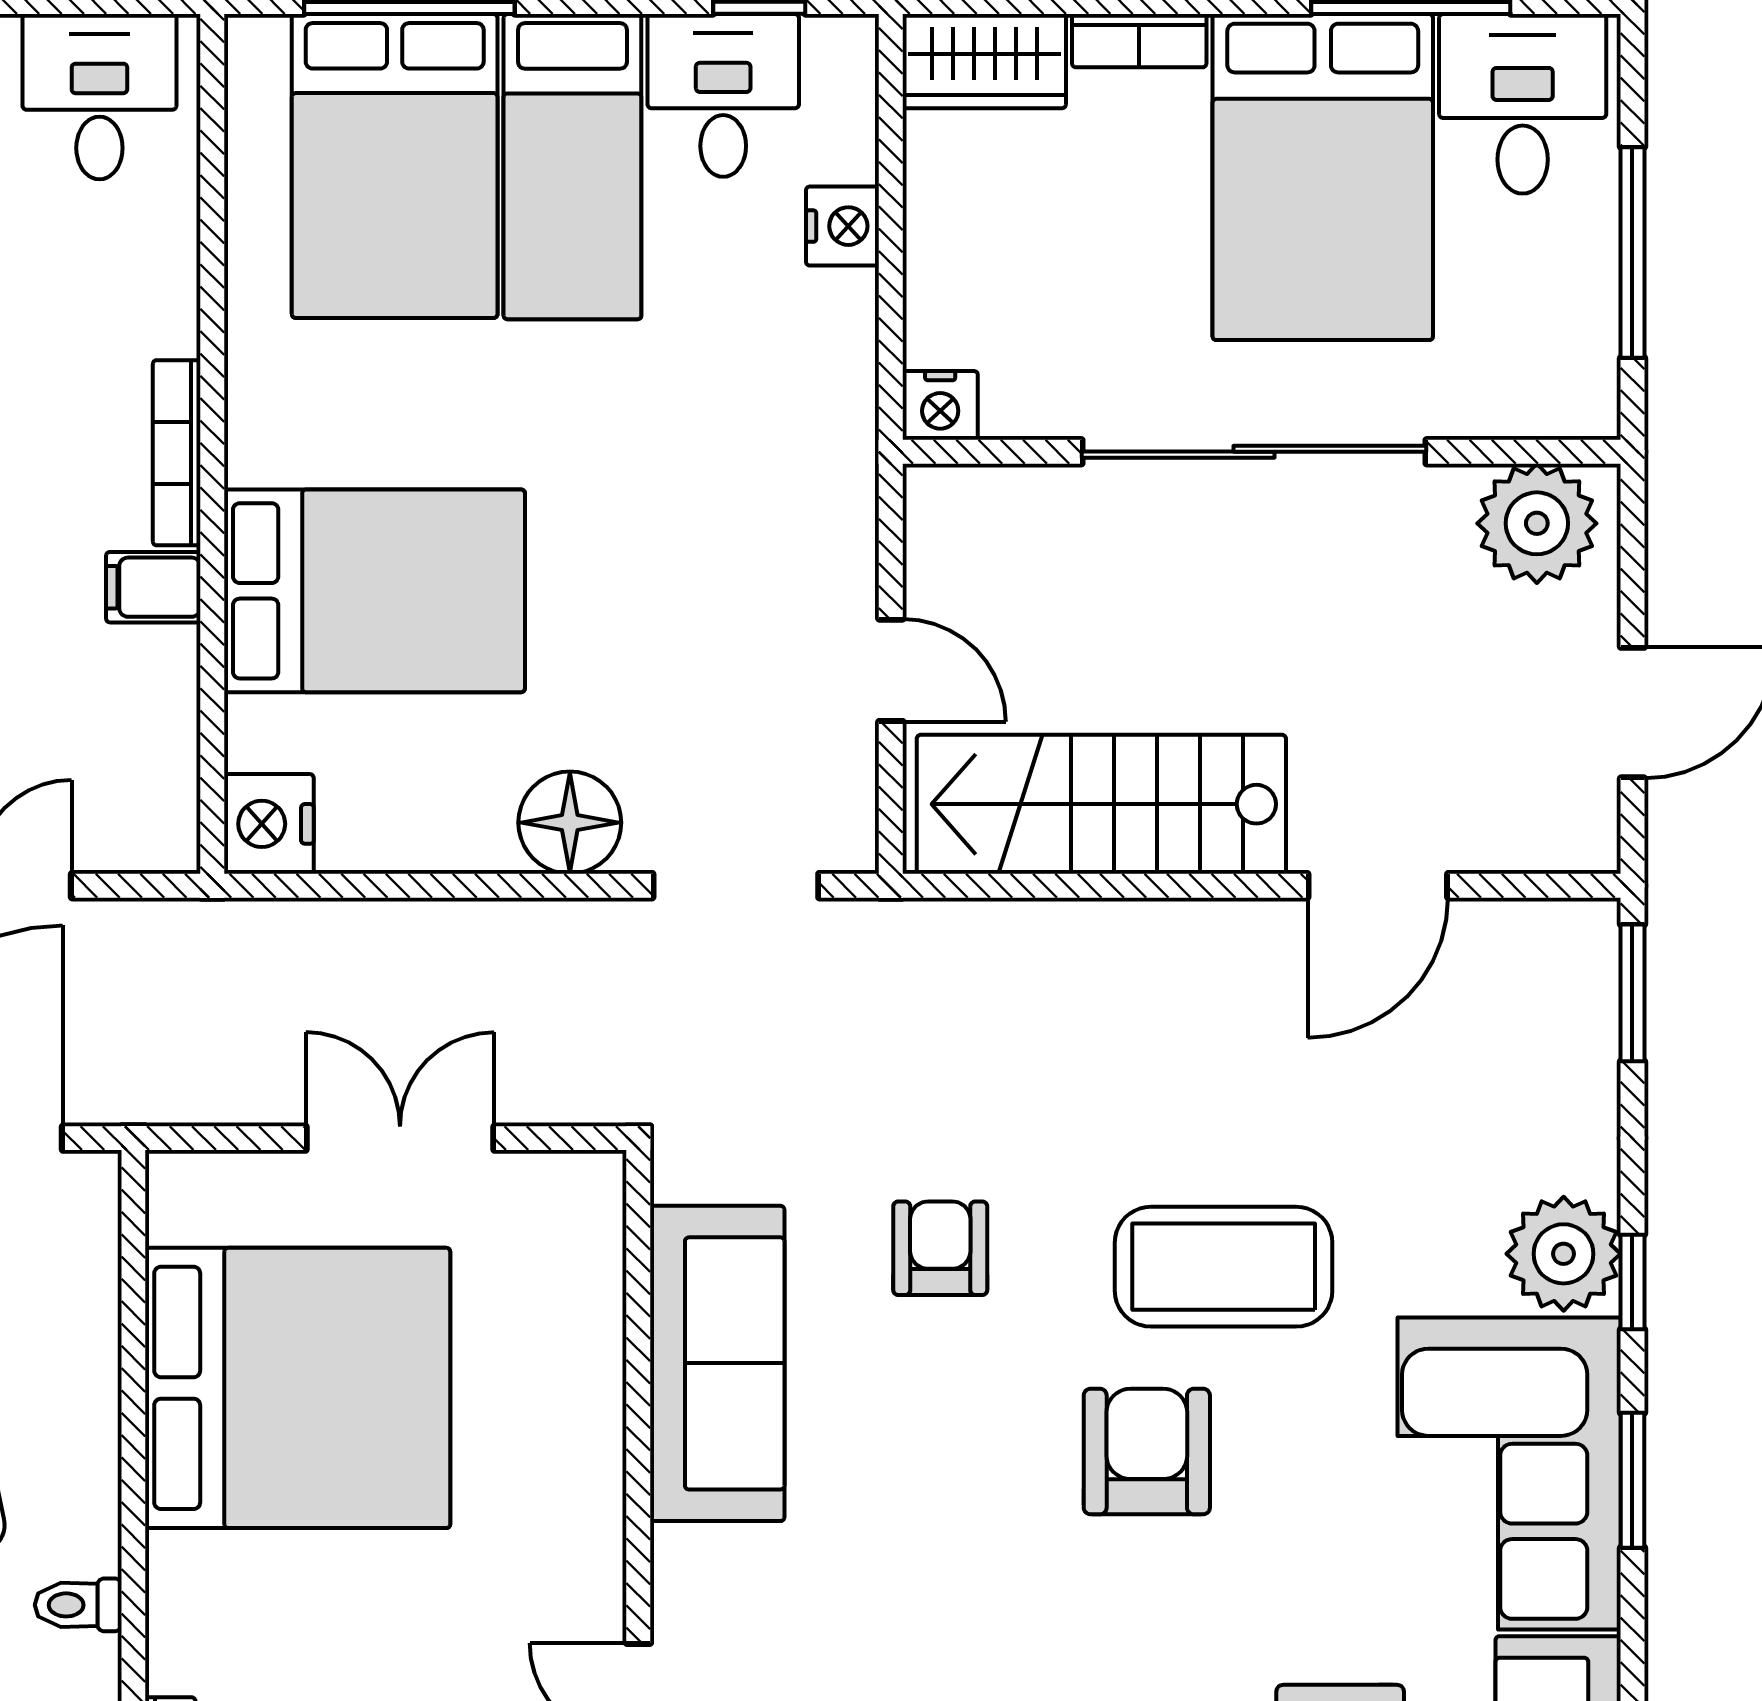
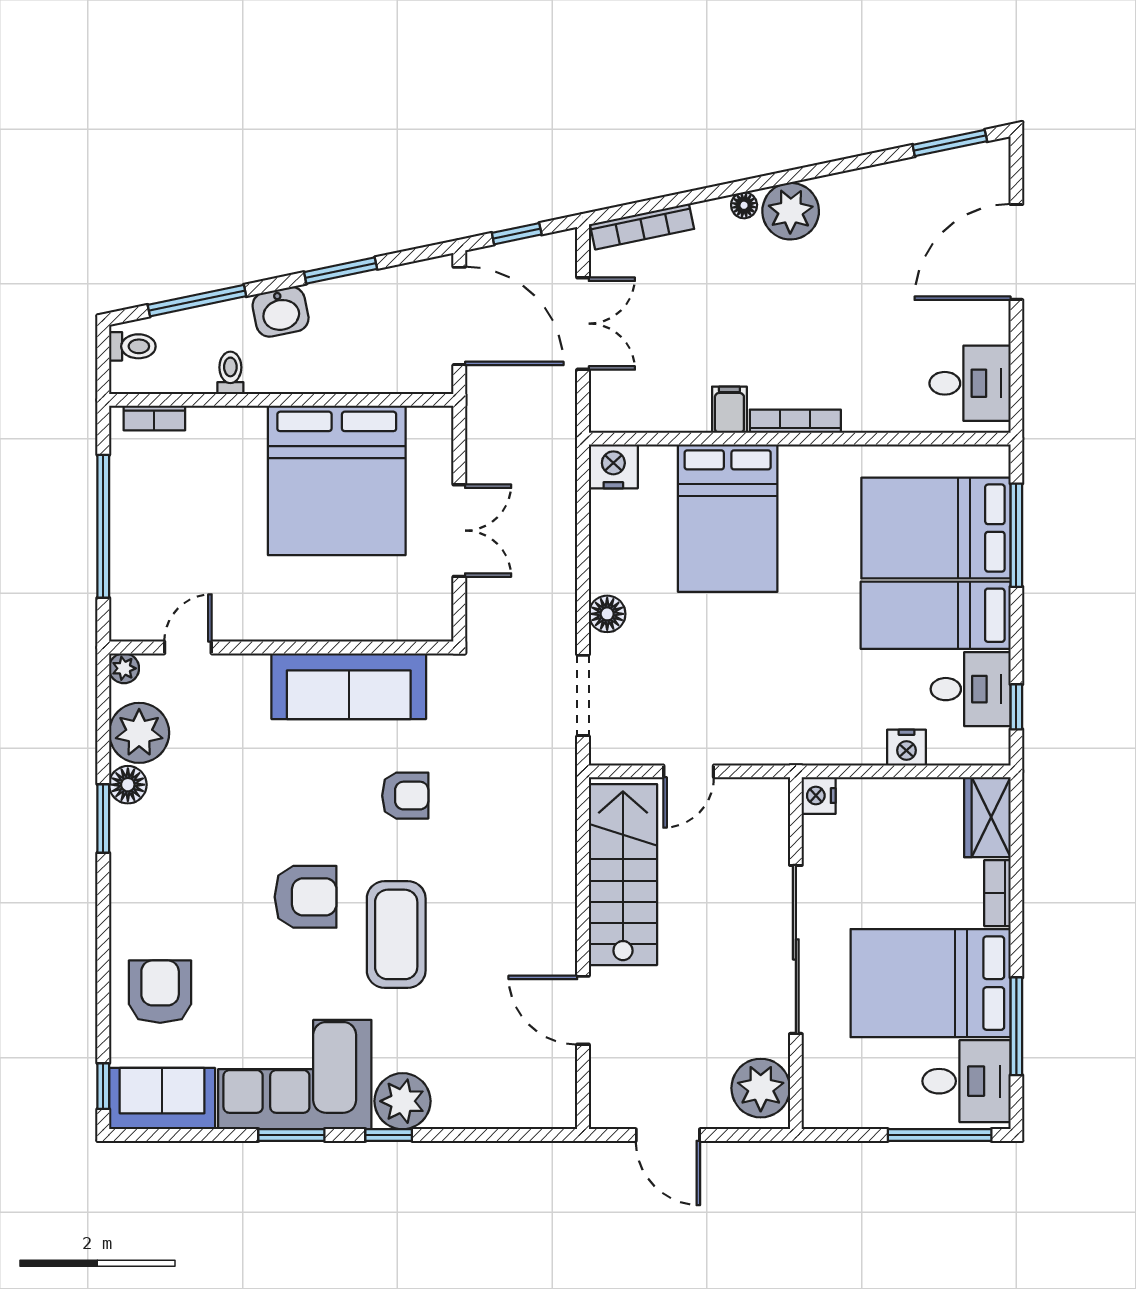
window: (1632, 252) -> (940, 1135), moved
floor lamp: (570, 823) -> (607, 614), width x0.73, depth x0.73
window: (1632, 993) -> (530, 1135), removed

